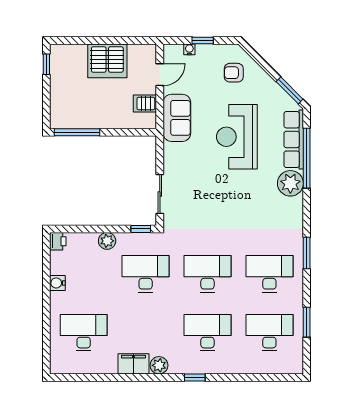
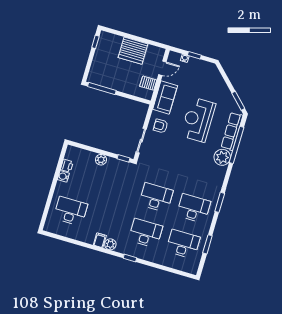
armchair: (234, 73) -> (161, 126), moved
printer: (58, 241) -> (67, 166), moved
desk: (146, 274) -> (118, 186), removed
filing cabinet: (133, 364) -> (100, 240), width x0.50

